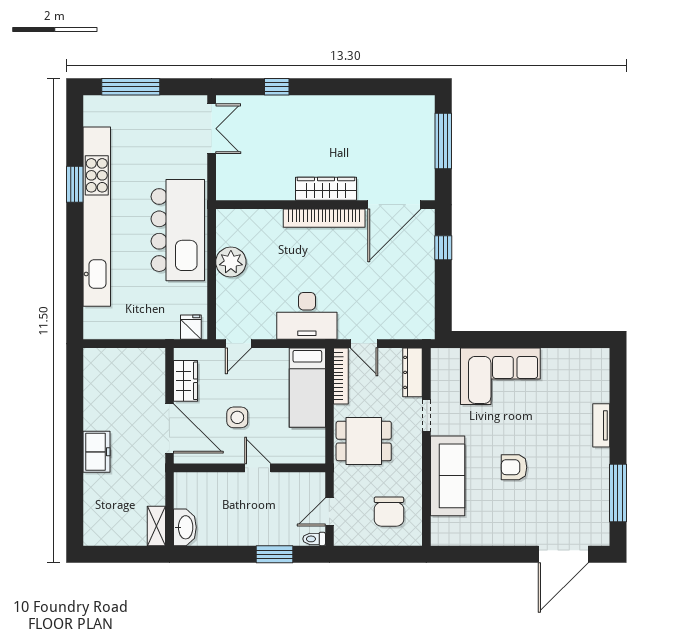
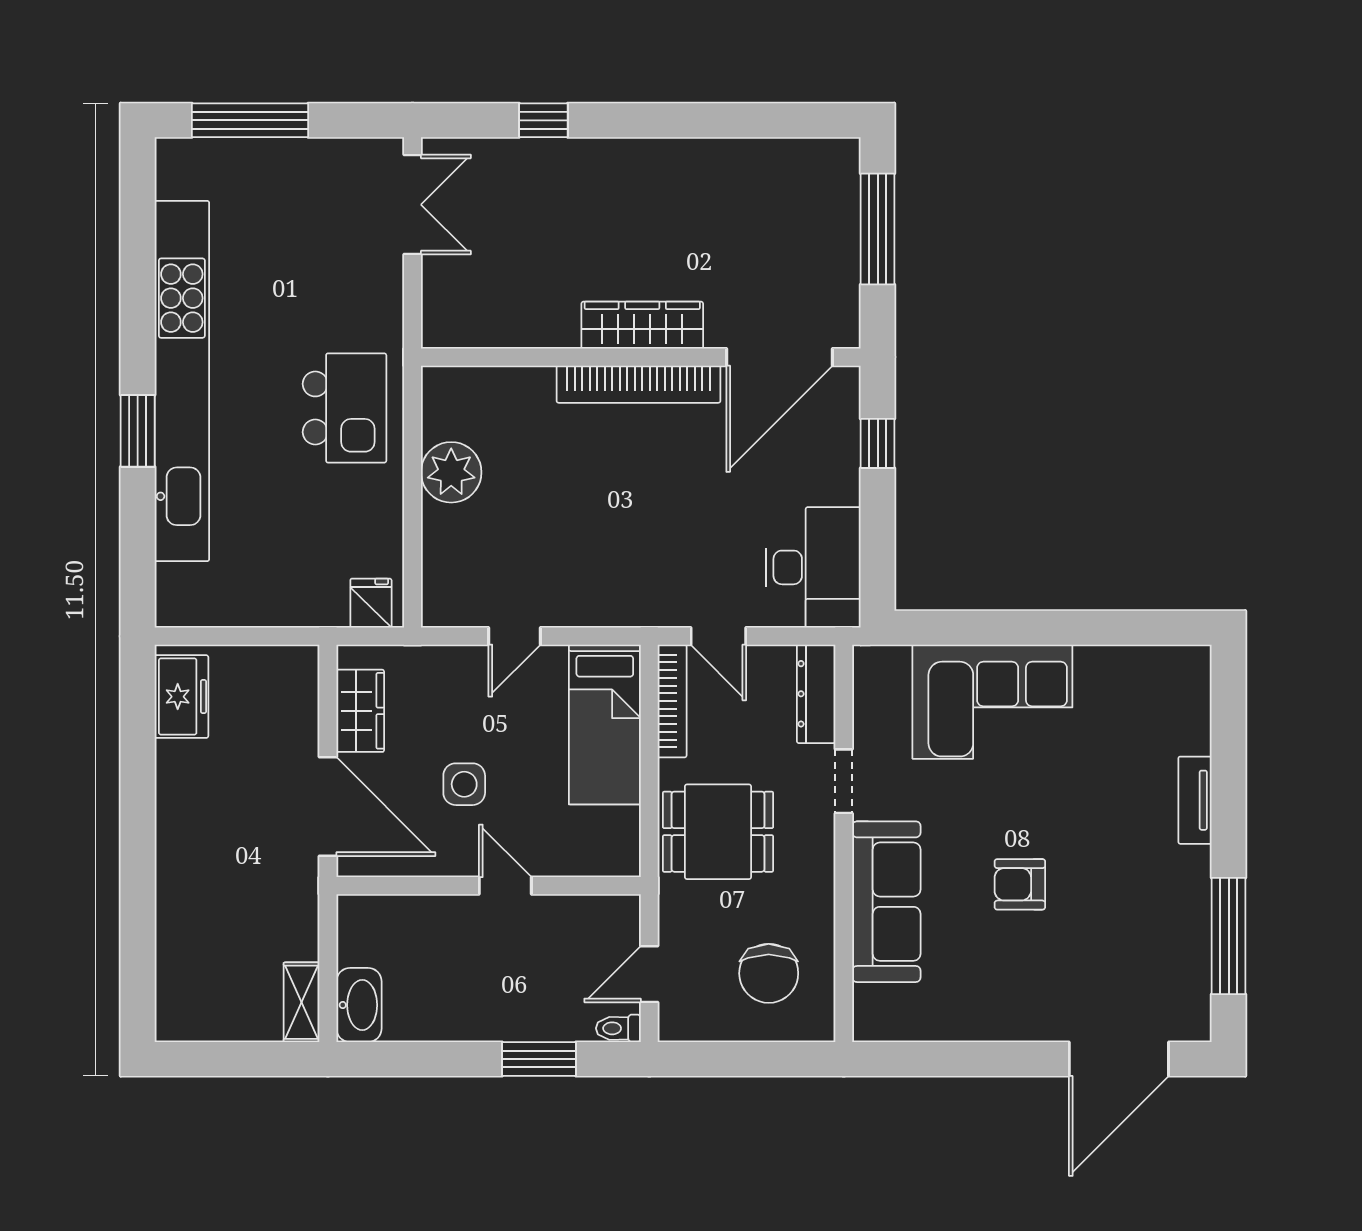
window: (75, 184) -> (138, 431), moved
kitchen island: (178, 230) -> (344, 408), width x0.54, depth x0.78
desk: (307, 316) -> (813, 567), moved, turned -90
door: (238, 344) -> (514, 636), moved
freezer: (97, 452) -> (181, 697), moved

